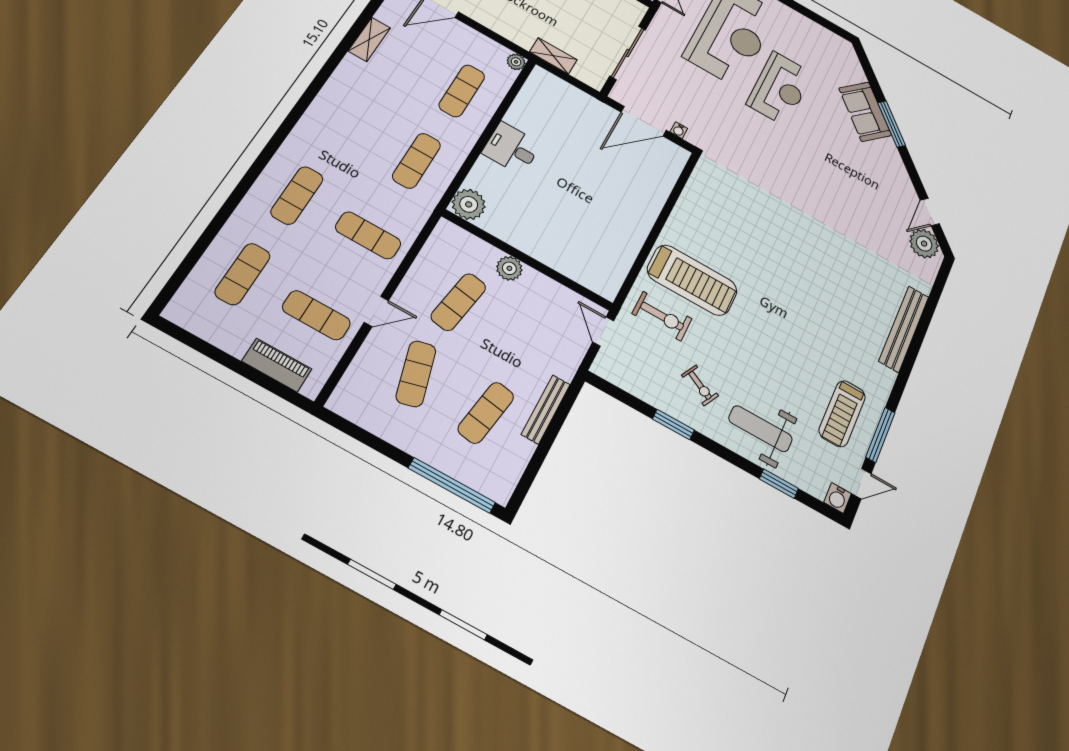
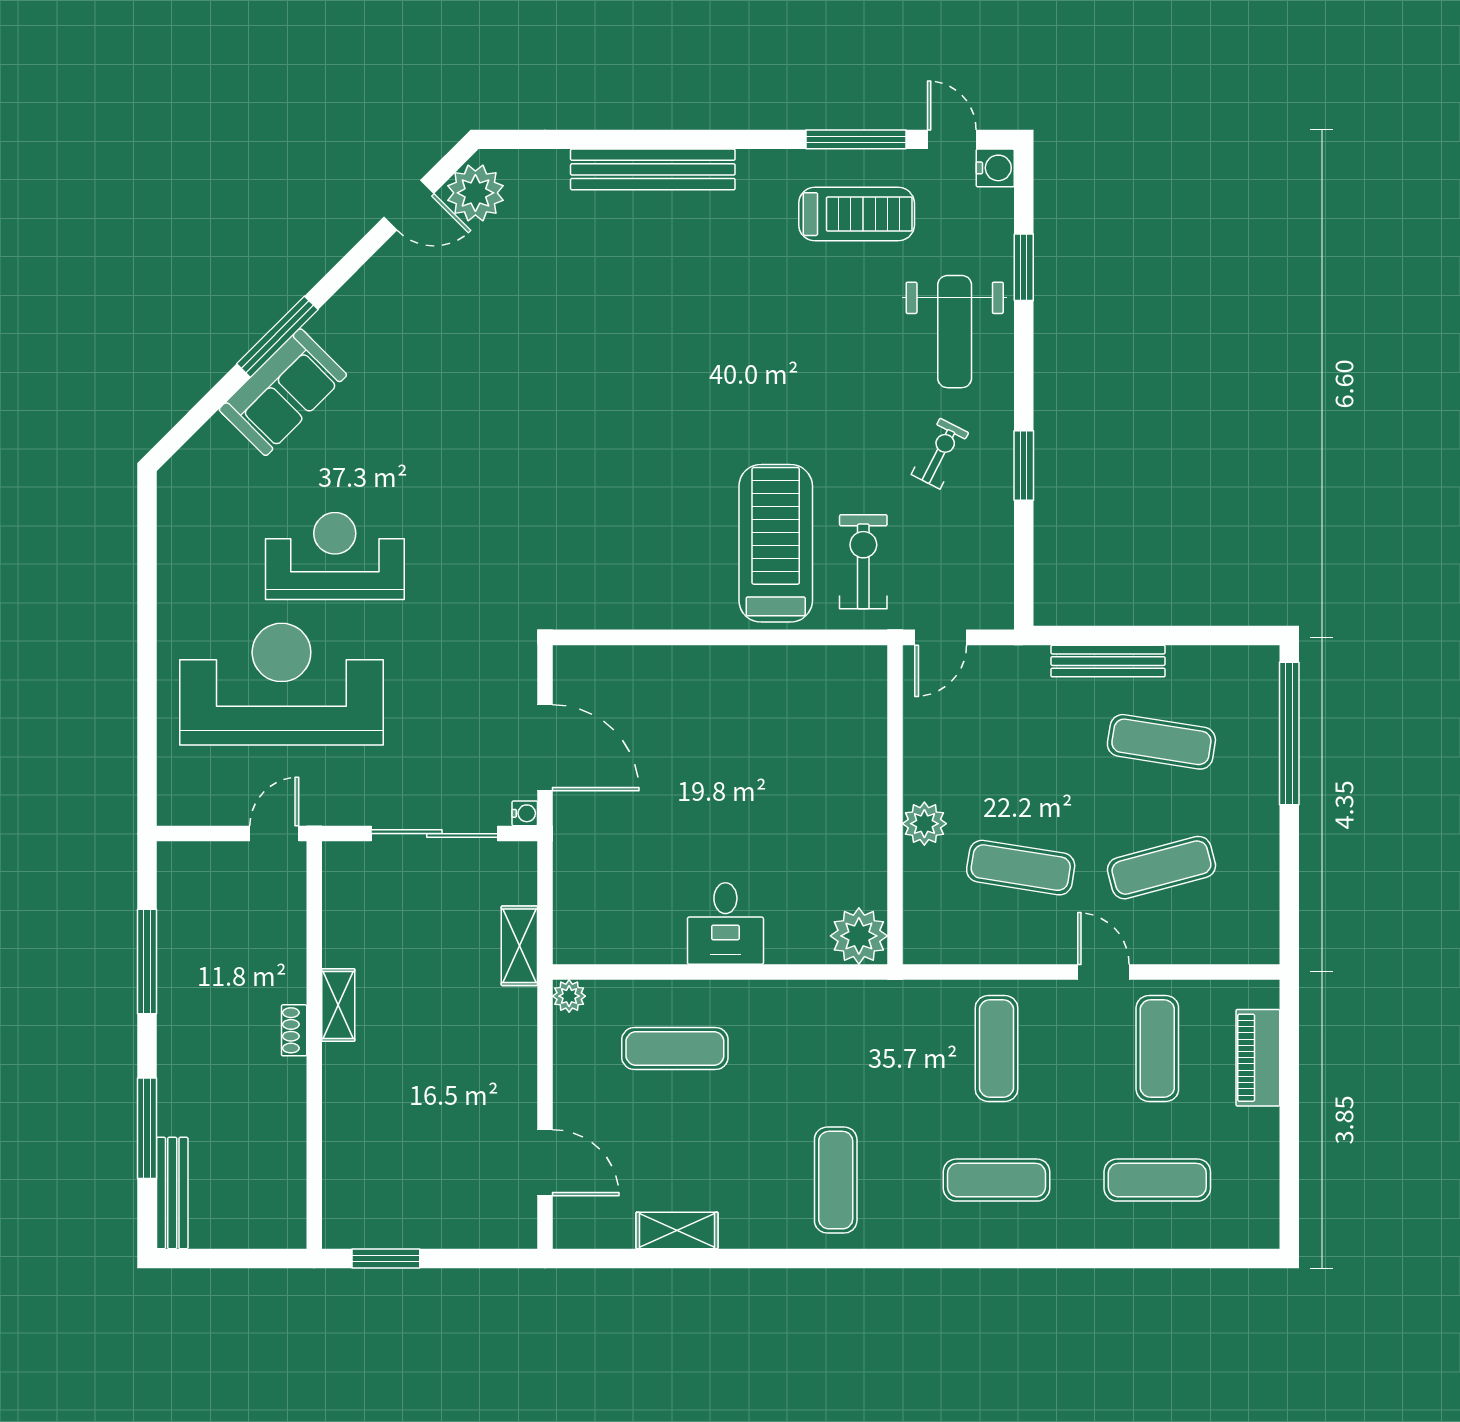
water cooler: (679, 130) -> (525, 813), moved
exercise mat: (417, 161) -> (836, 1180), moved, turned 90

